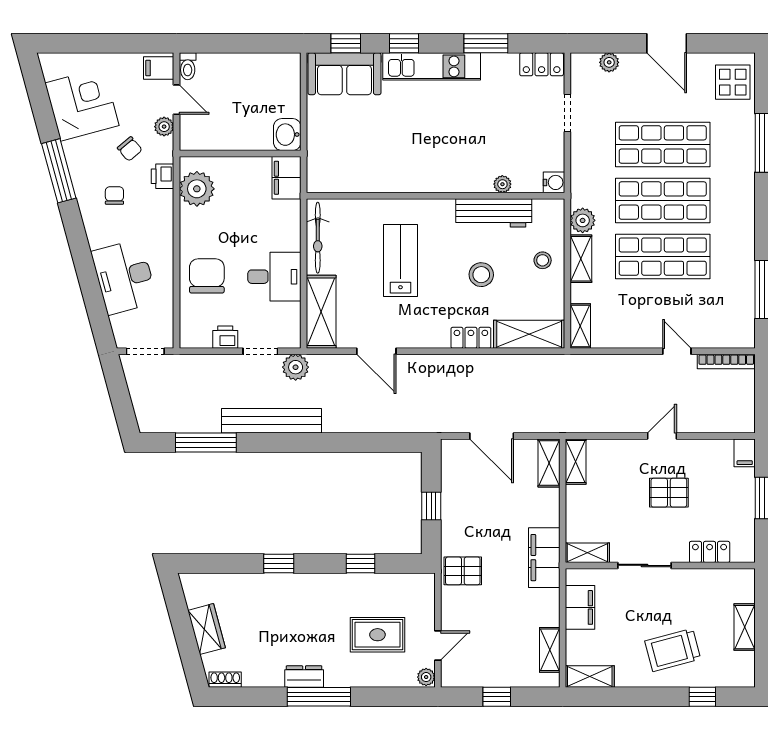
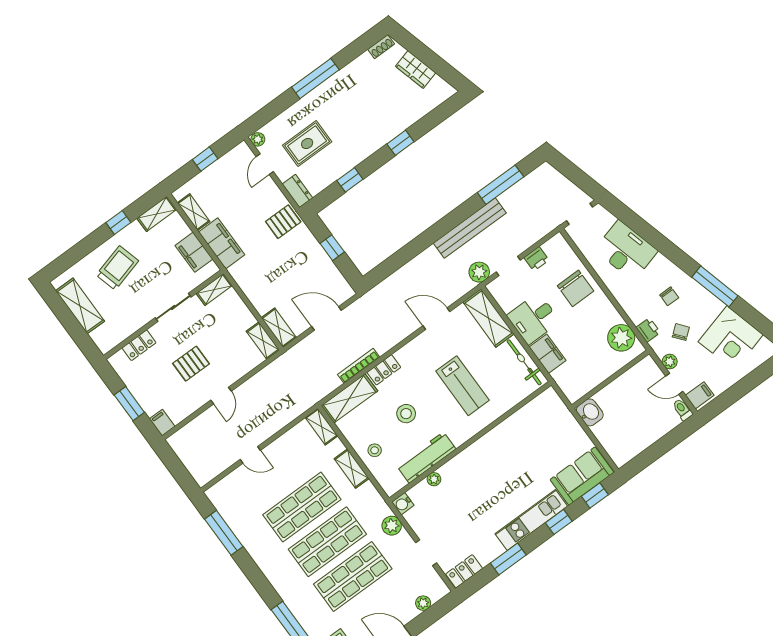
chair: (130, 149) -> (681, 332), turned 91
filing cabinet: (287, 178) -> (548, 354), moved
plant: (583, 220) -> (392, 526), moved
bookcase: (726, 361) -> (359, 366), moved
filing cabinet: (544, 558) -> (222, 243), moved
shelving: (745, 627) -> (80, 306), width x1.50, depth x1.33
dresser: (304, 677) -> (297, 191), moved, turned -90
window: (702, 697) -> (118, 223), moved

